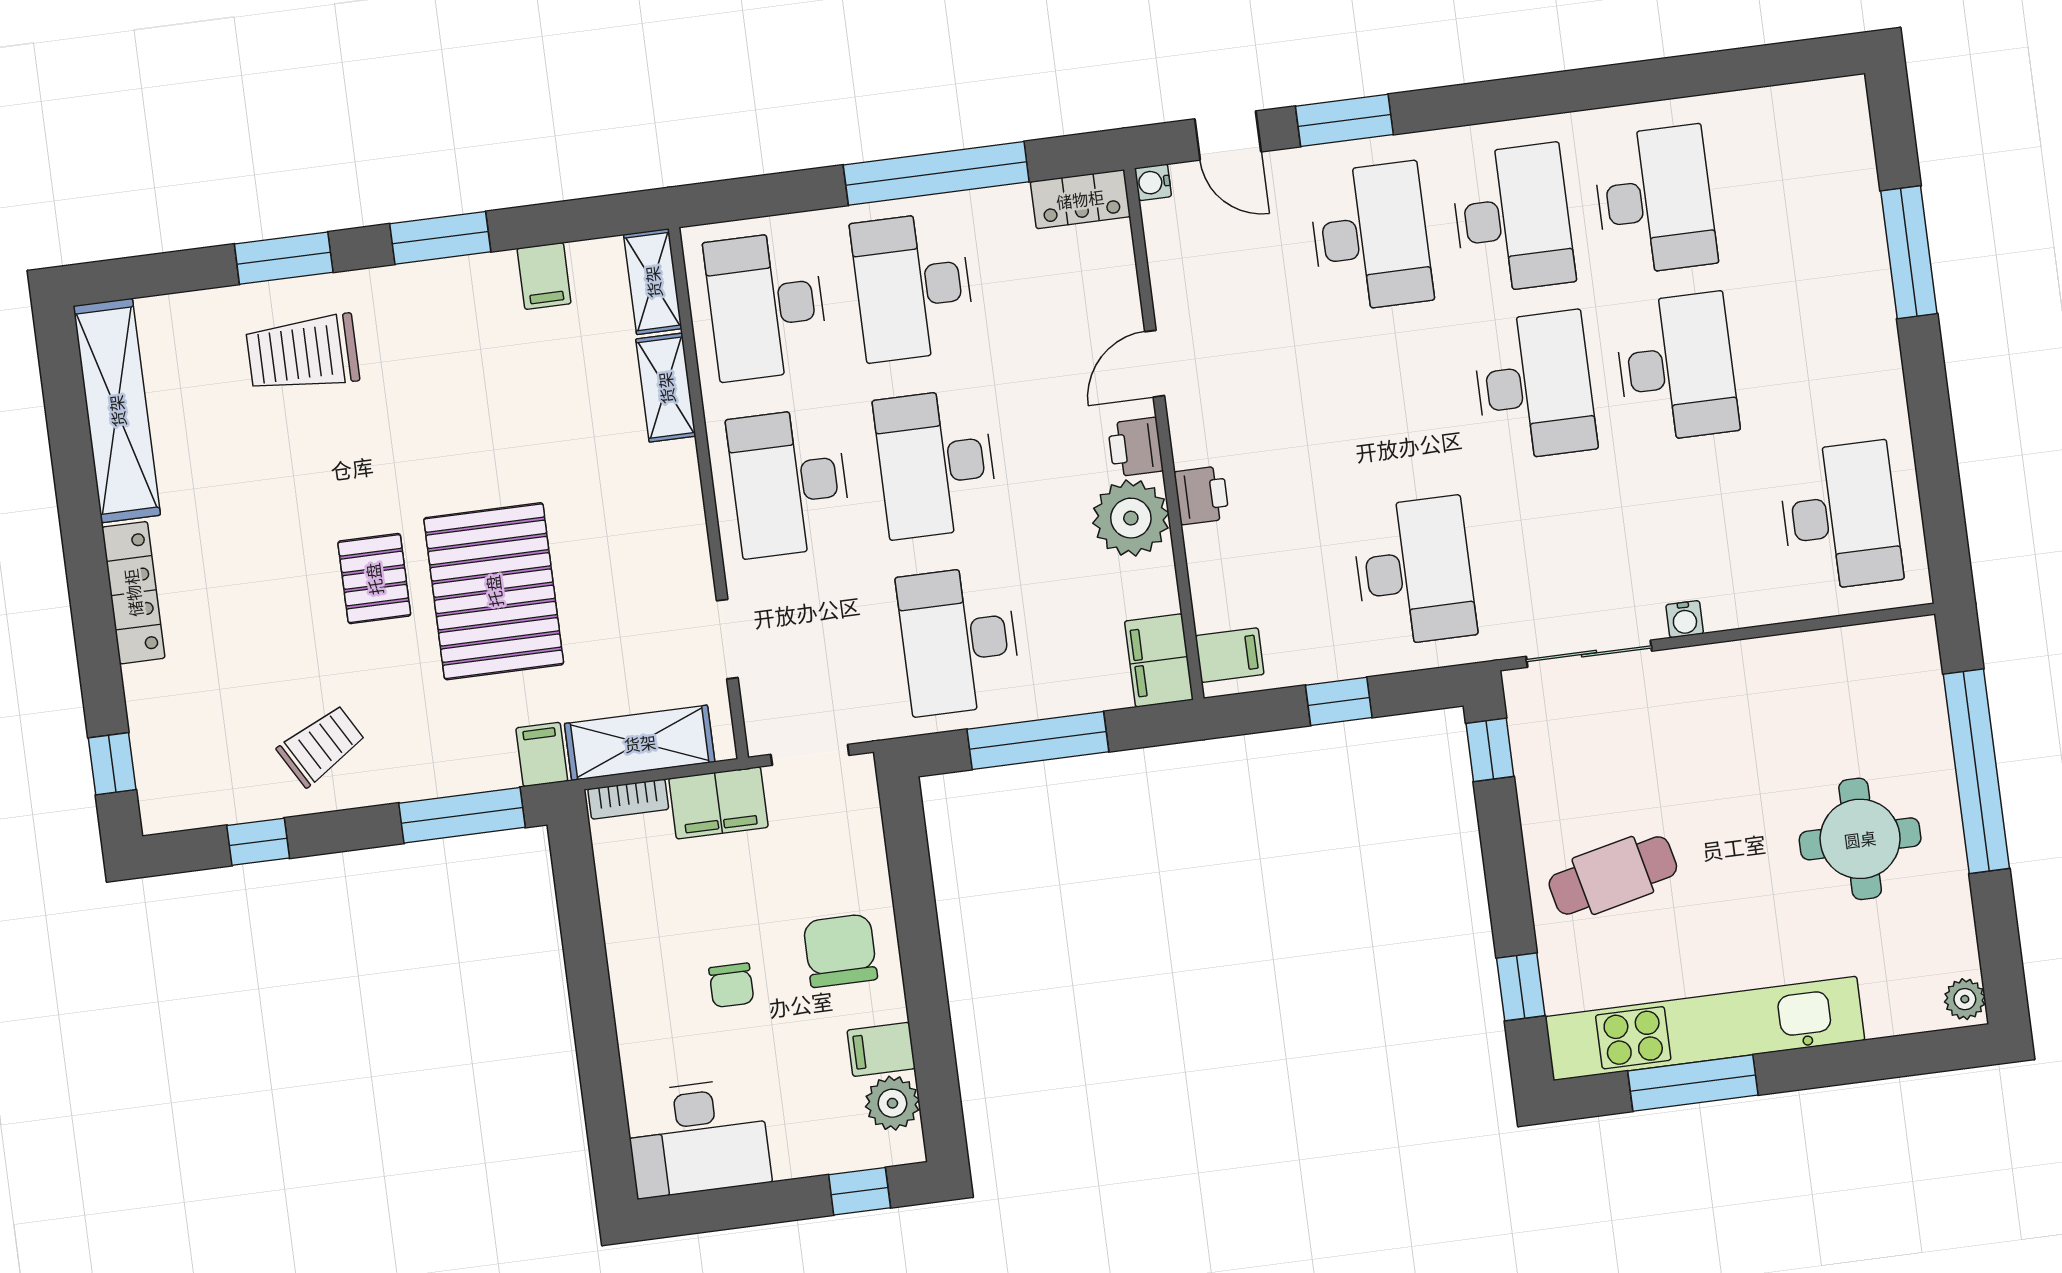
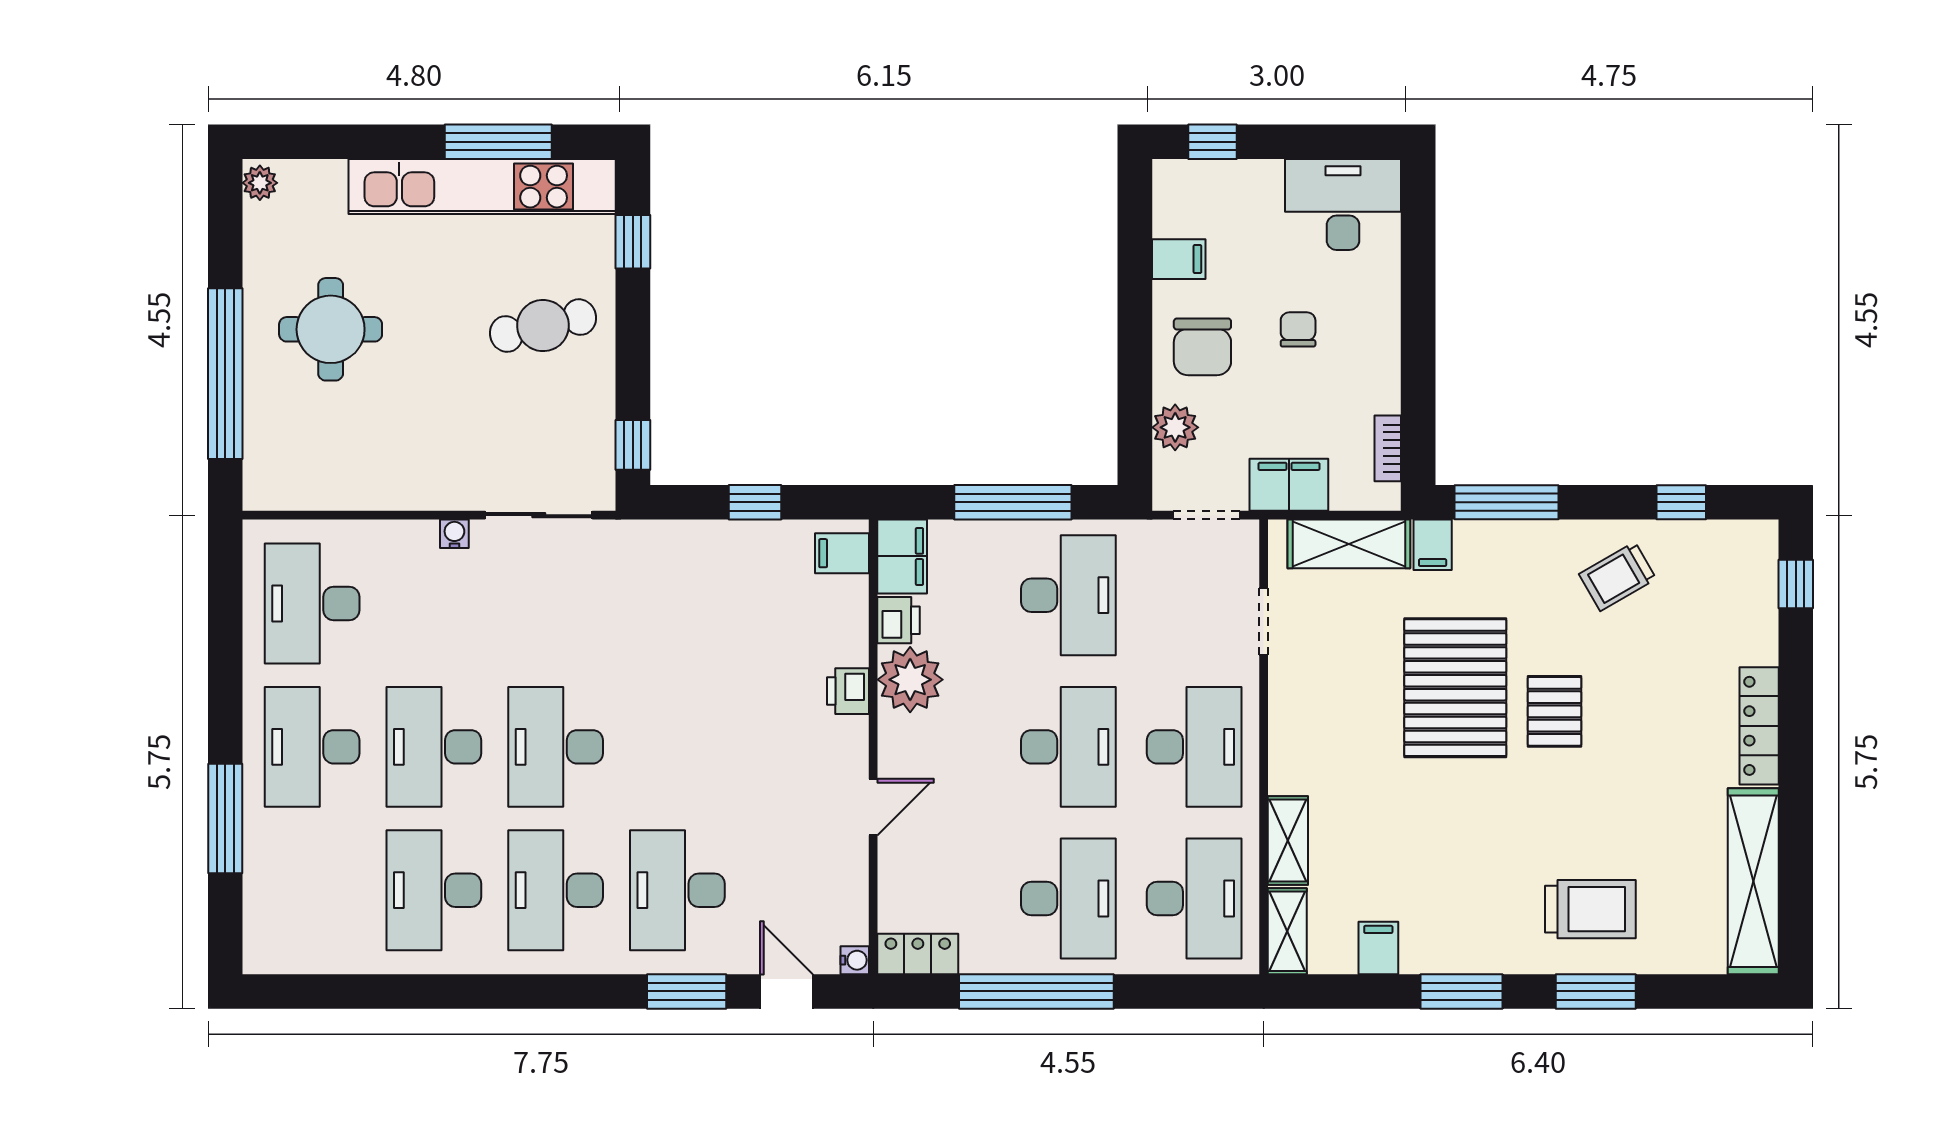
printer: (1135, 447) -> (899, 620), moved
desk: (1414, 572) -> (312, 747), moved
bookcase: (628, 799) -> (1388, 448), moved, turned -90
plant: (892, 1103) -> (1175, 427), moved

